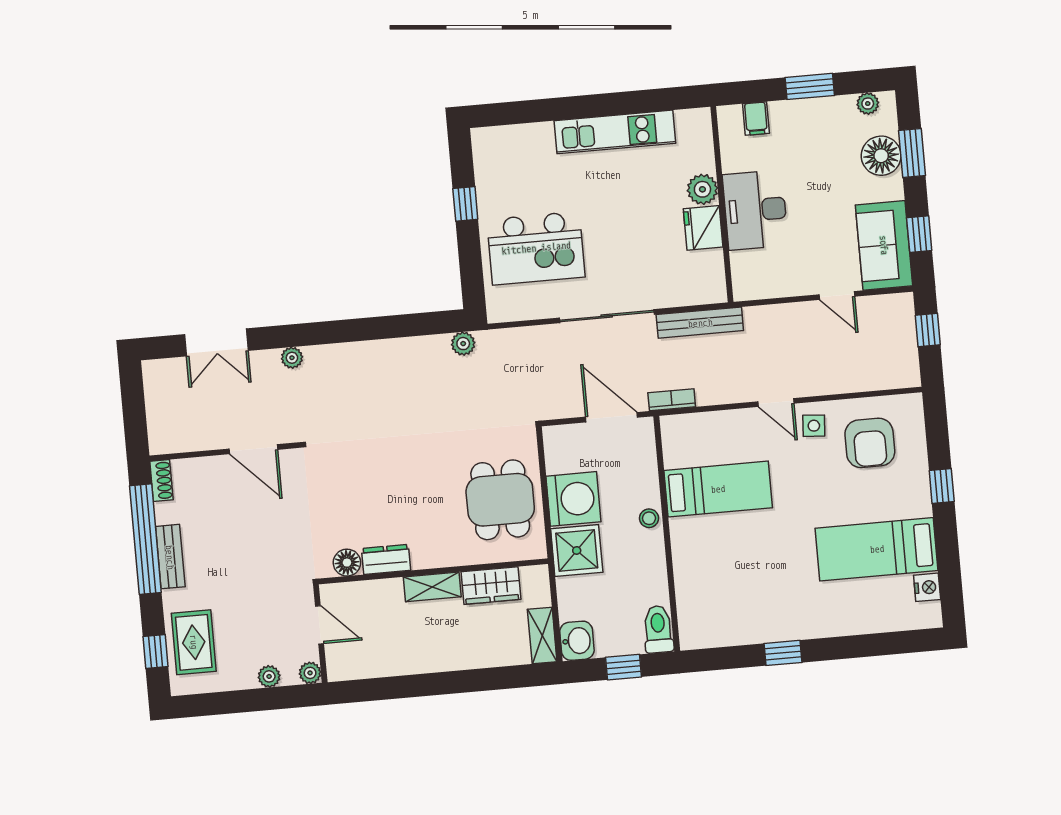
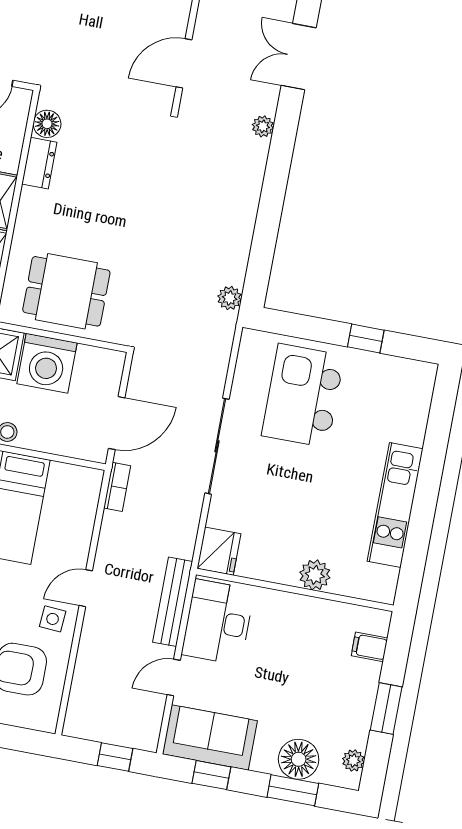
desk: (755, 210) -> (218, 622), moved, turned -90
fridge: (703, 228) -> (219, 551), moved, turned 90
bench: (700, 323) -> (173, 602), moved

